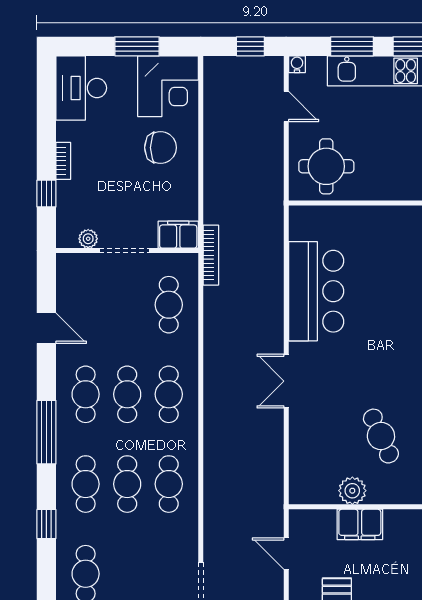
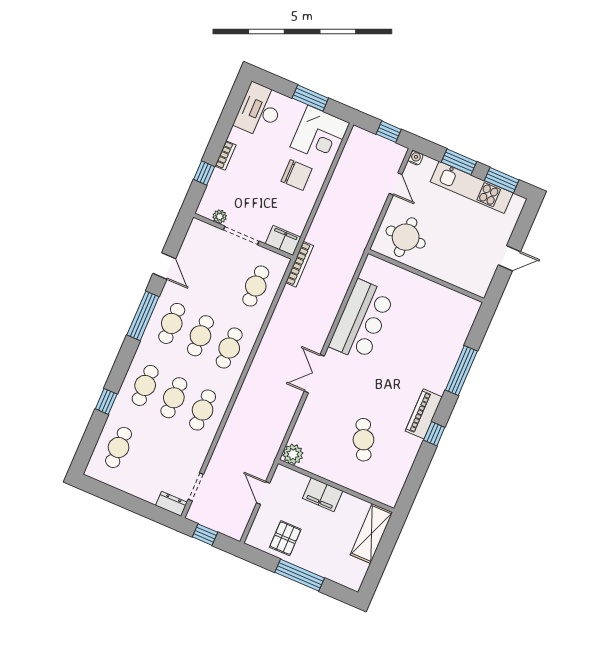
window: (46, 432) -> (143, 316), moved
plant: (352, 491) -> (293, 454), moved

